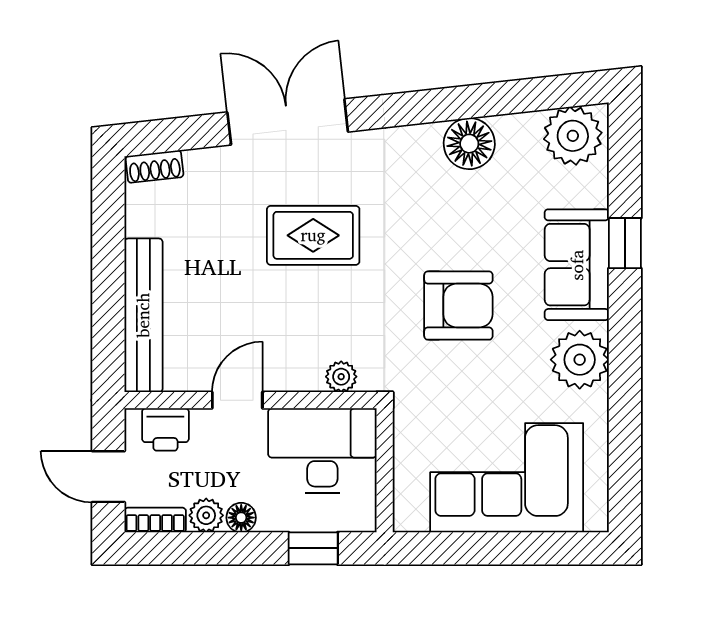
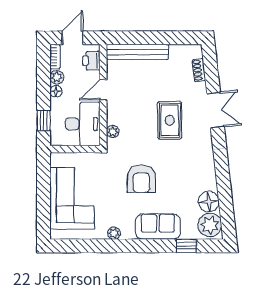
double door: (288, 122) -> (215, 110), width x0.73
floor lamp: (469, 144) -> (209, 202), moved
shoe rack: (155, 167) -> (199, 70), moved
window: (625, 243) -> (186, 246), moved
plant: (580, 360) -> (114, 233), width x0.53, depth x0.53
door: (237, 400) -> (103, 90), swing flipped

